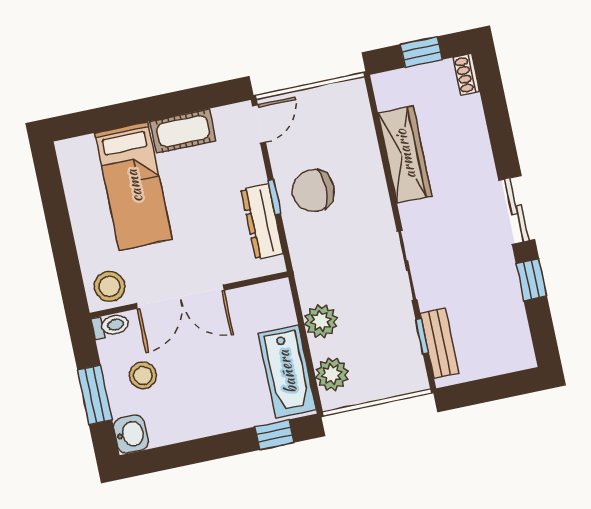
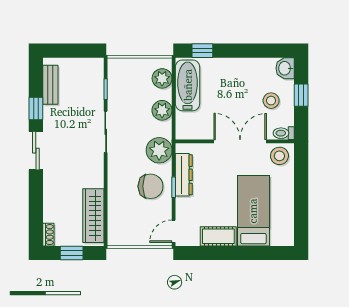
wardrobe: (405, 154) -> (93, 216), moved
plant: (312, 254) -> (159, 150), added
bench: (440, 343) -> (50, 85), moved
window: (95, 395) -> (301, 95), width x0.67

